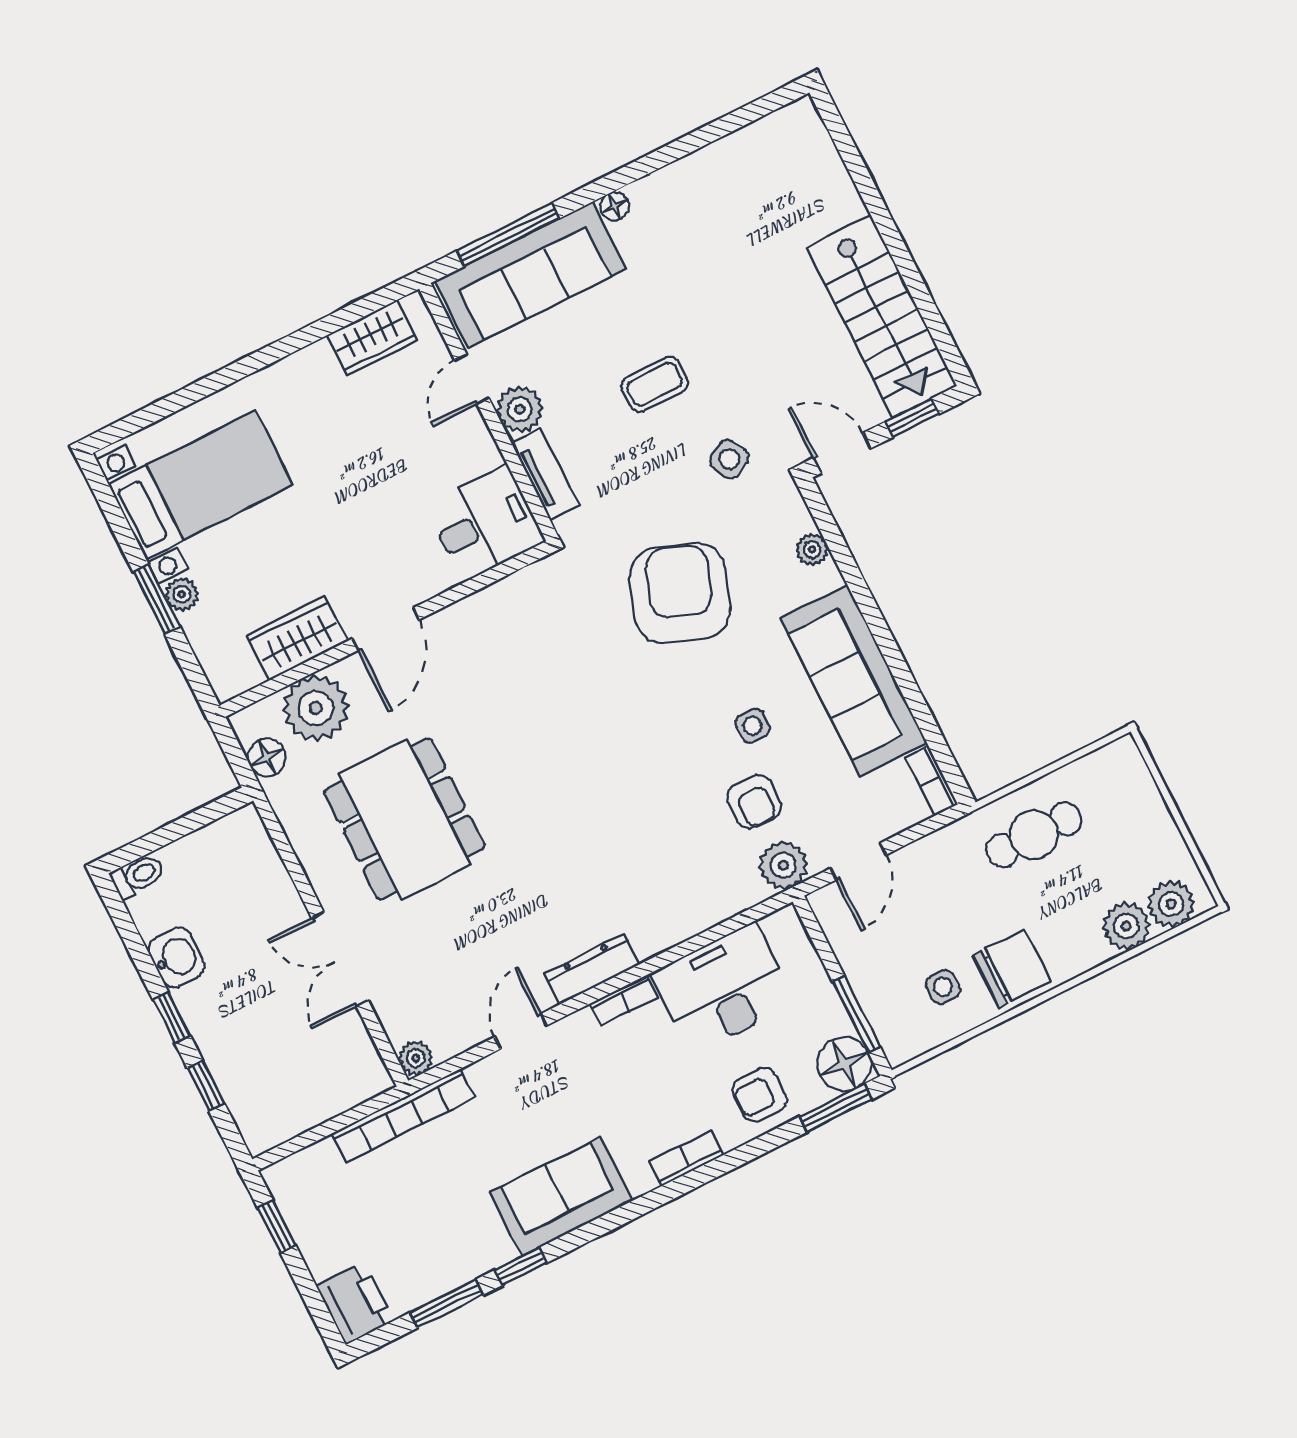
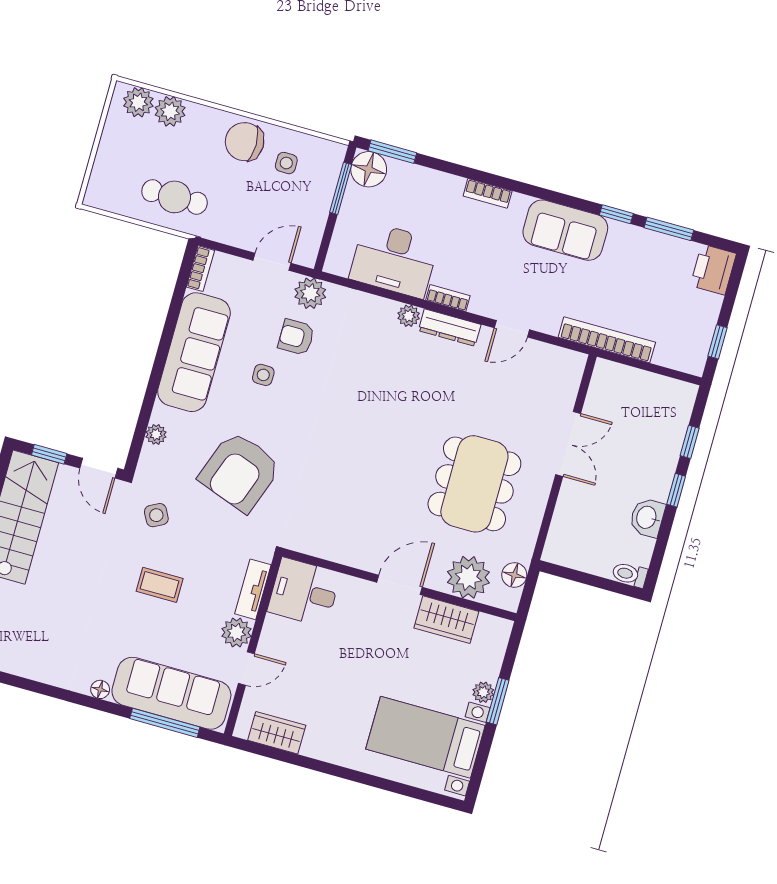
armchair: (754, 802) -> (296, 337), turned -90
plant: (416, 1058) -> (409, 316), moved
armchair: (760, 1095) -> (424, 192), removed

